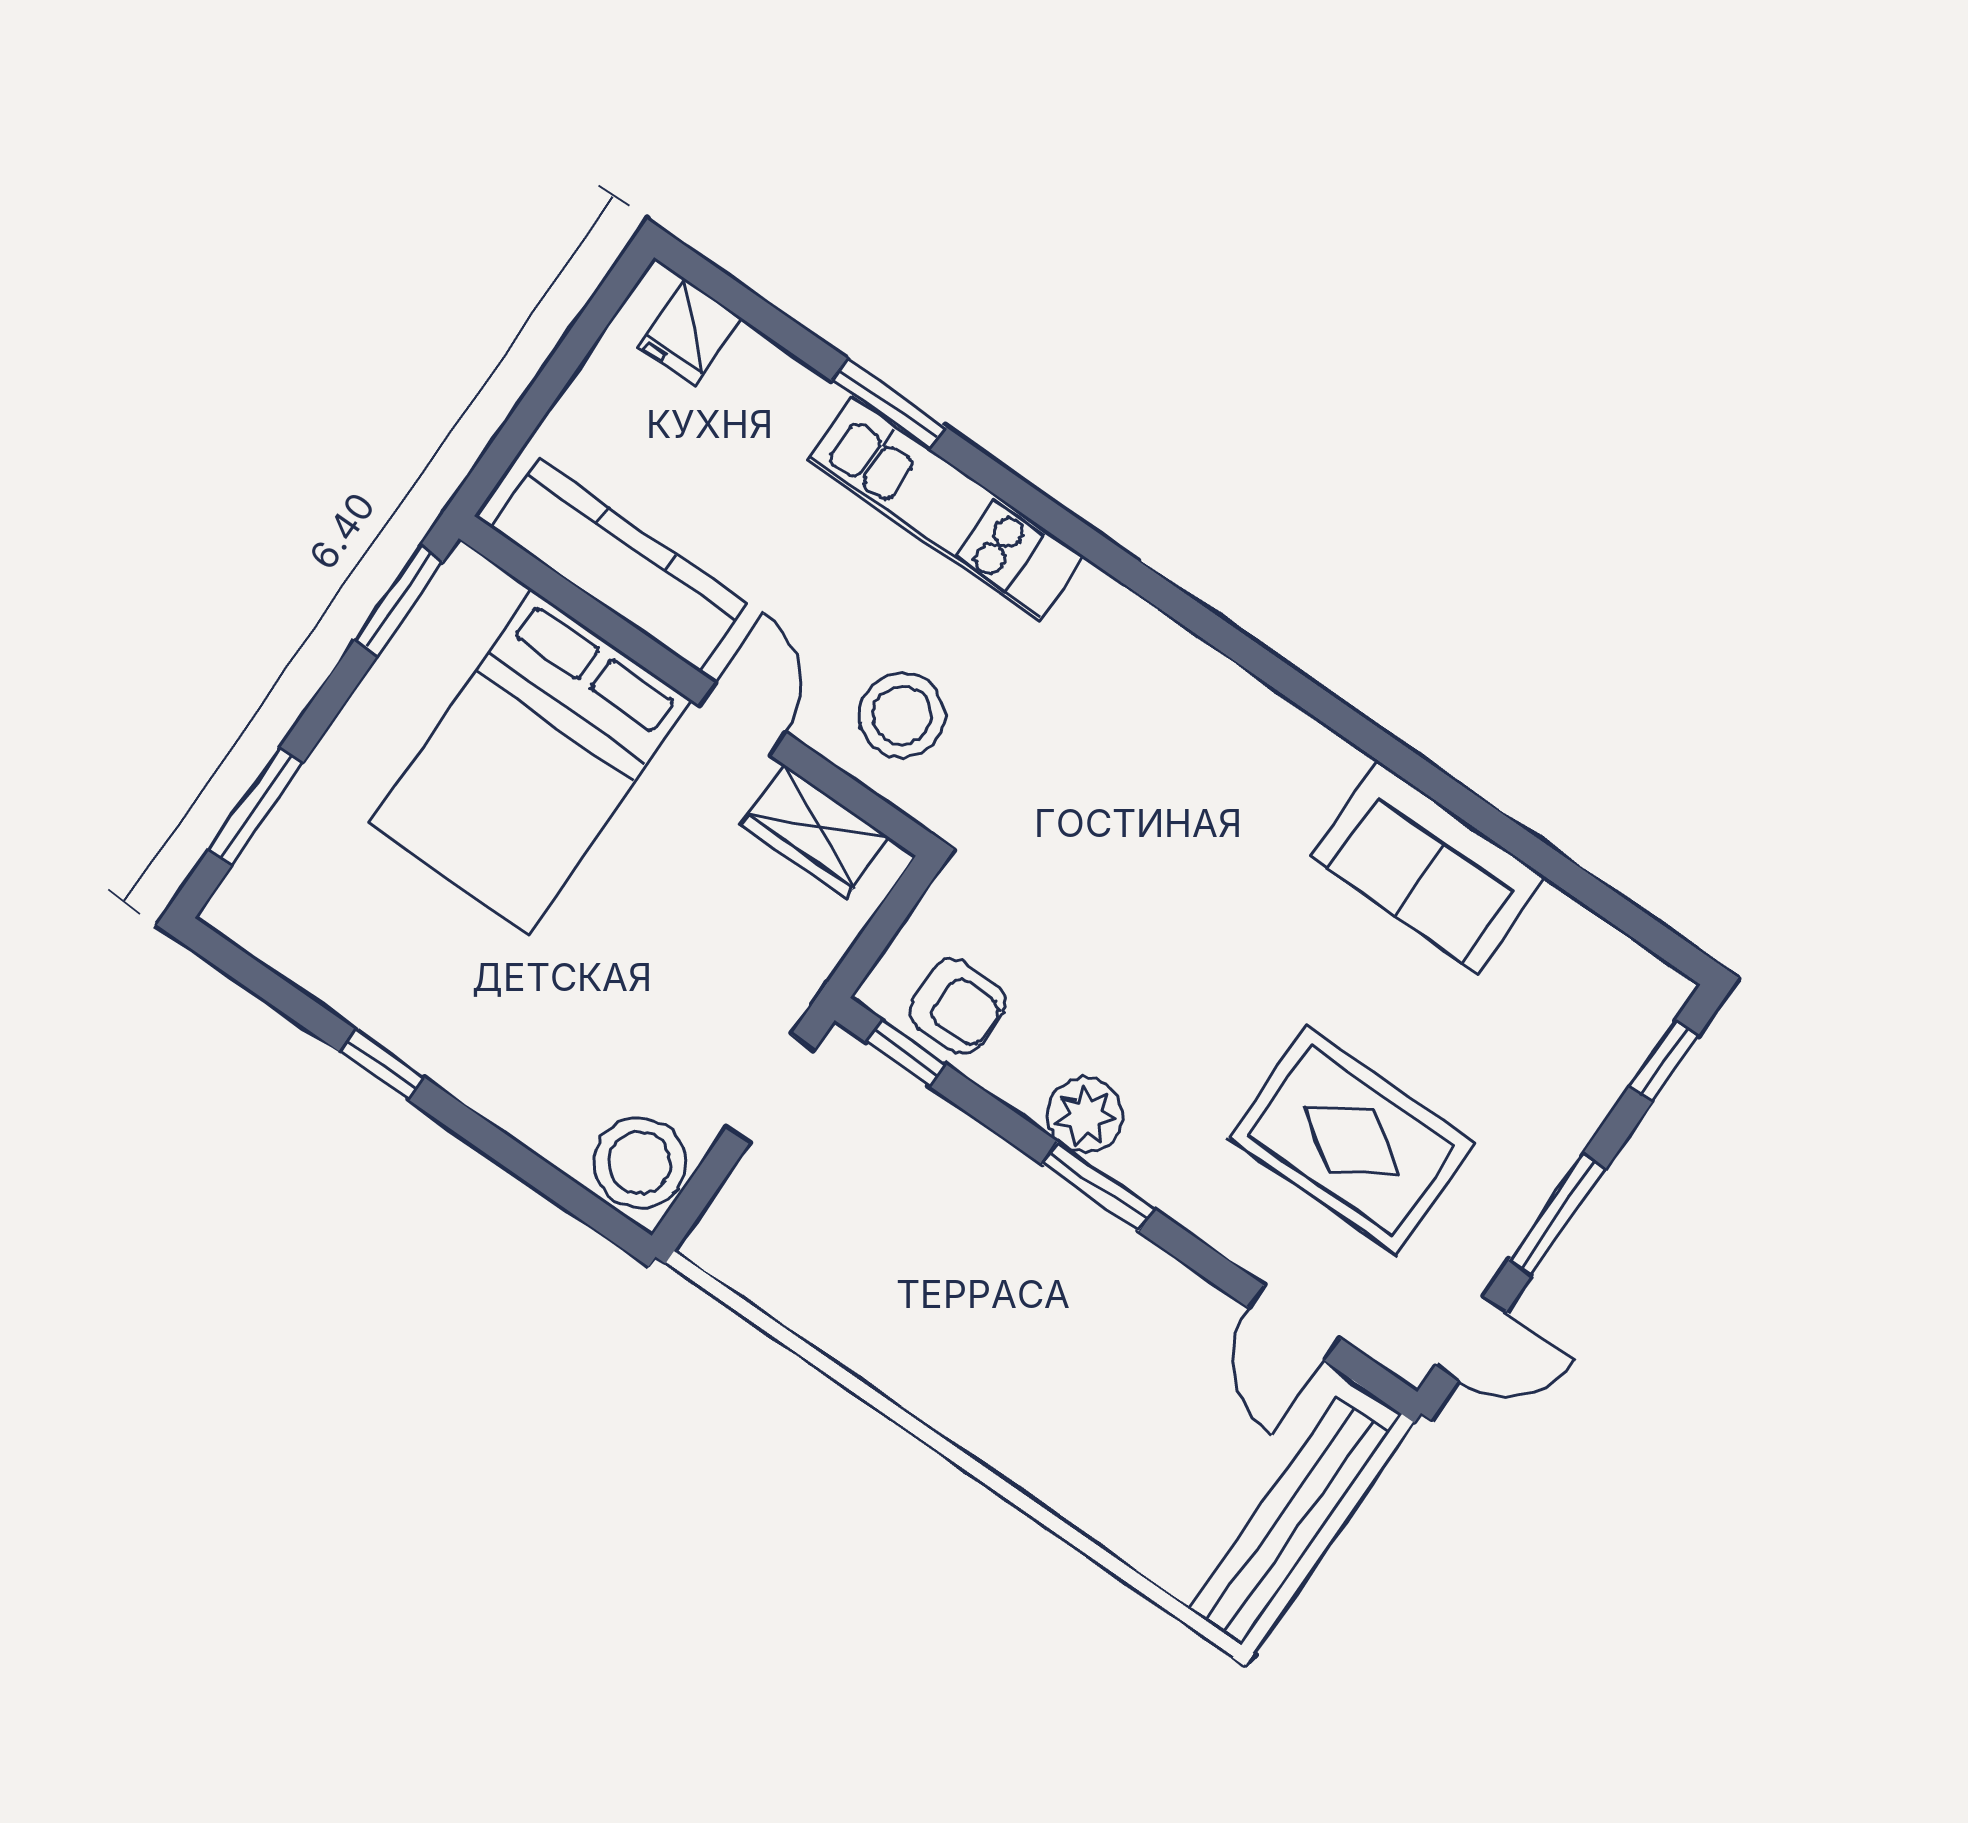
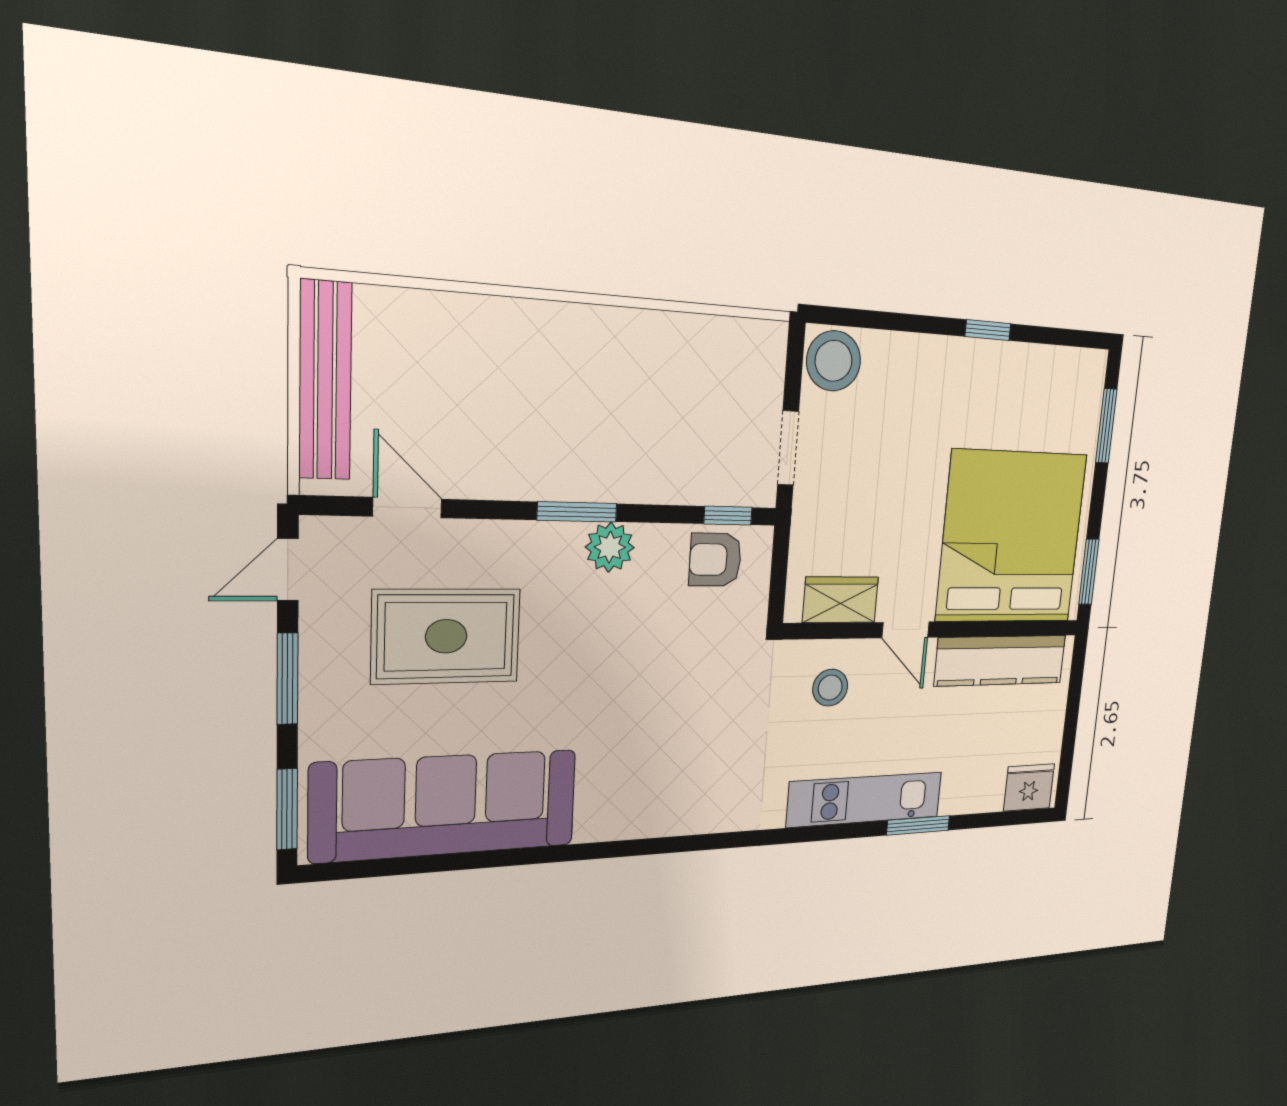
fridge: (690, 332) -> (1029, 787), width x1.38
stool: (902, 715) -> (830, 688), width x0.73, depth x0.73
bed: (530, 762) -> (1012, 537), width x1.36
sofa: (1428, 867) -> (446, 805), width x1.85, depth x1.27
window: (1664, 1061) -> (287, 809), width x1.50

